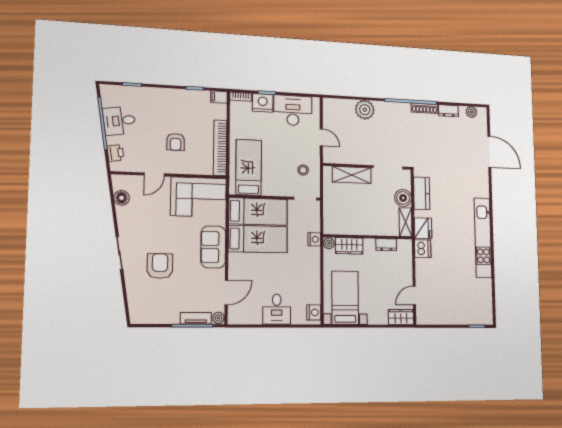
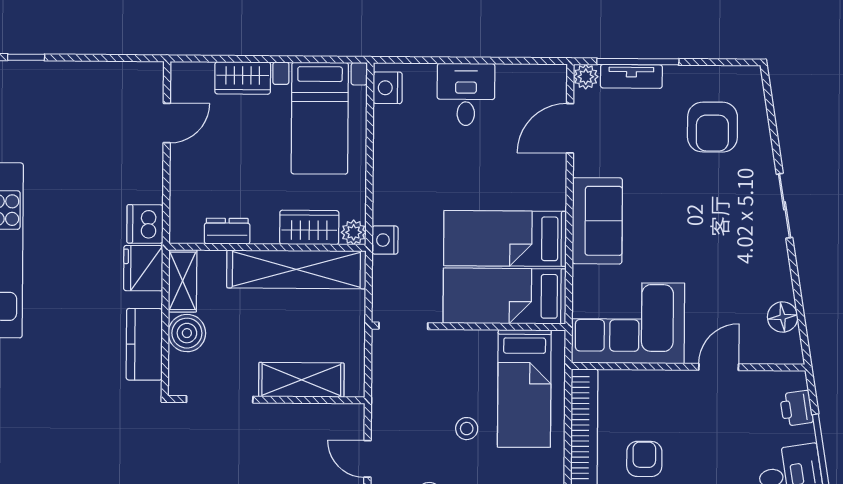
armchair: (176, 142) -> (644, 459), moved
stool: (303, 170) -> (467, 429), moved
shelving: (355, 226) -> (296, 269), added
armchair: (160, 266) -> (712, 127), moved
wardrobe: (401, 317) -> (243, 78), moved

